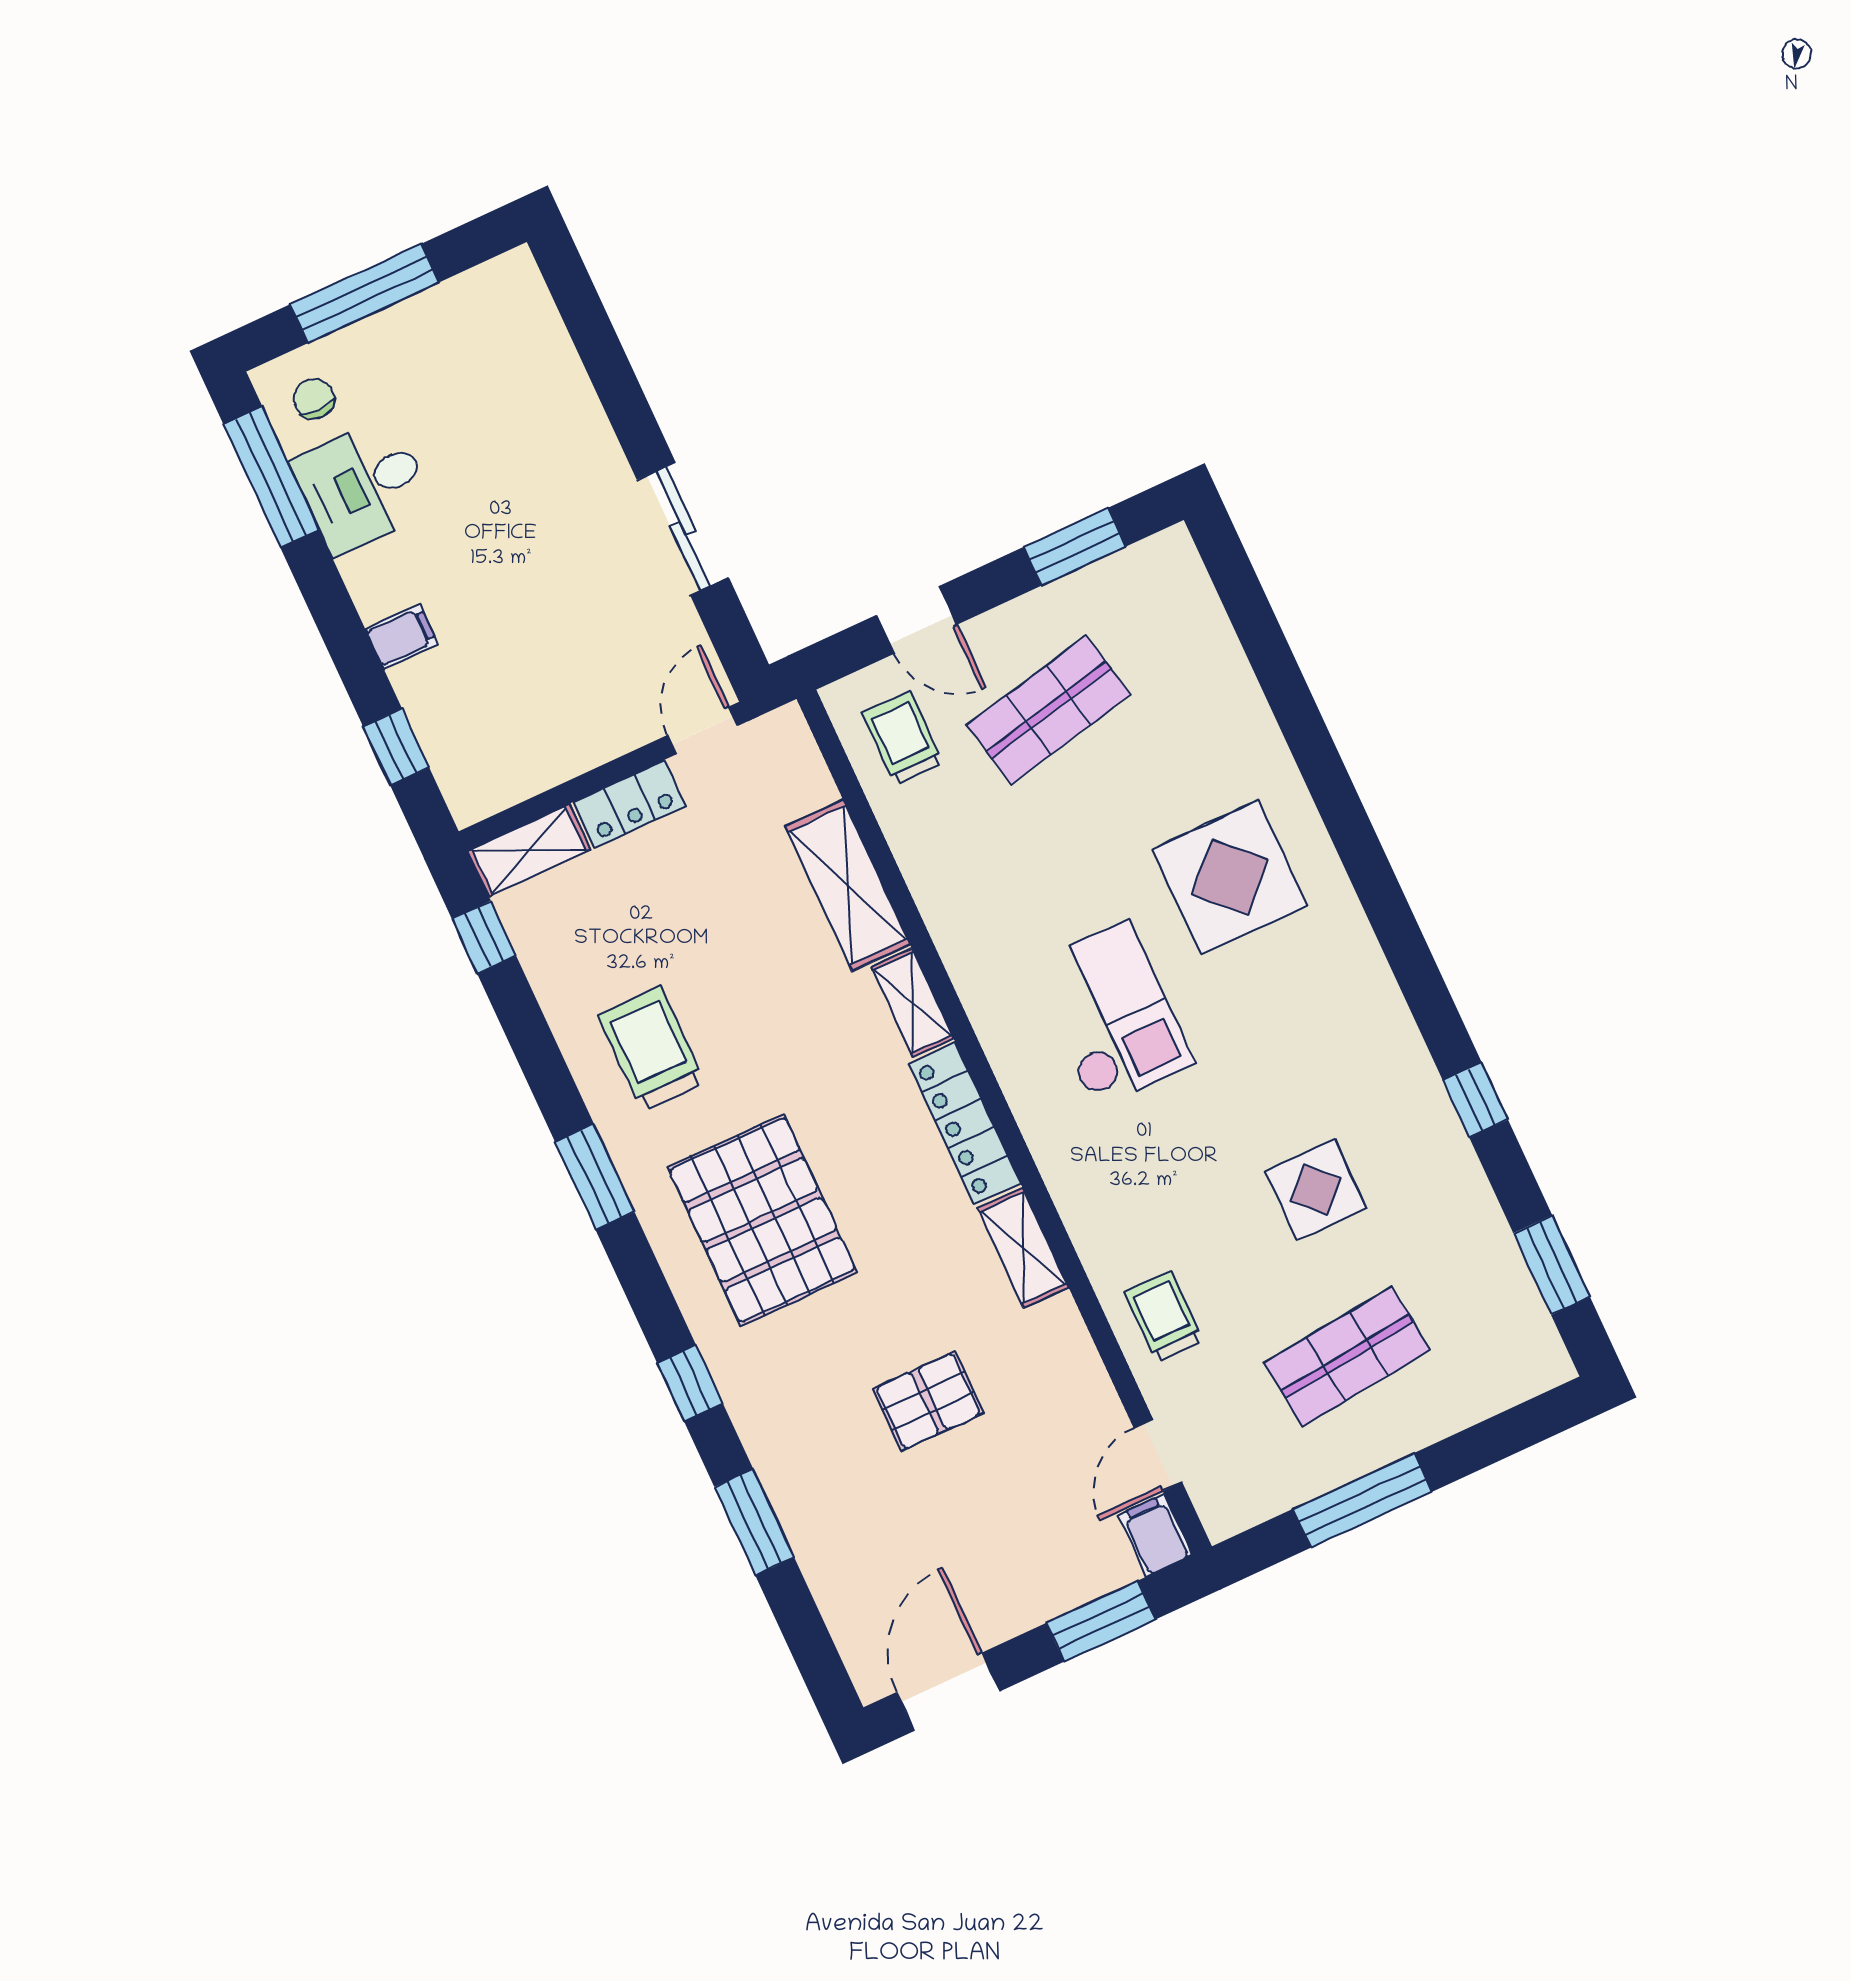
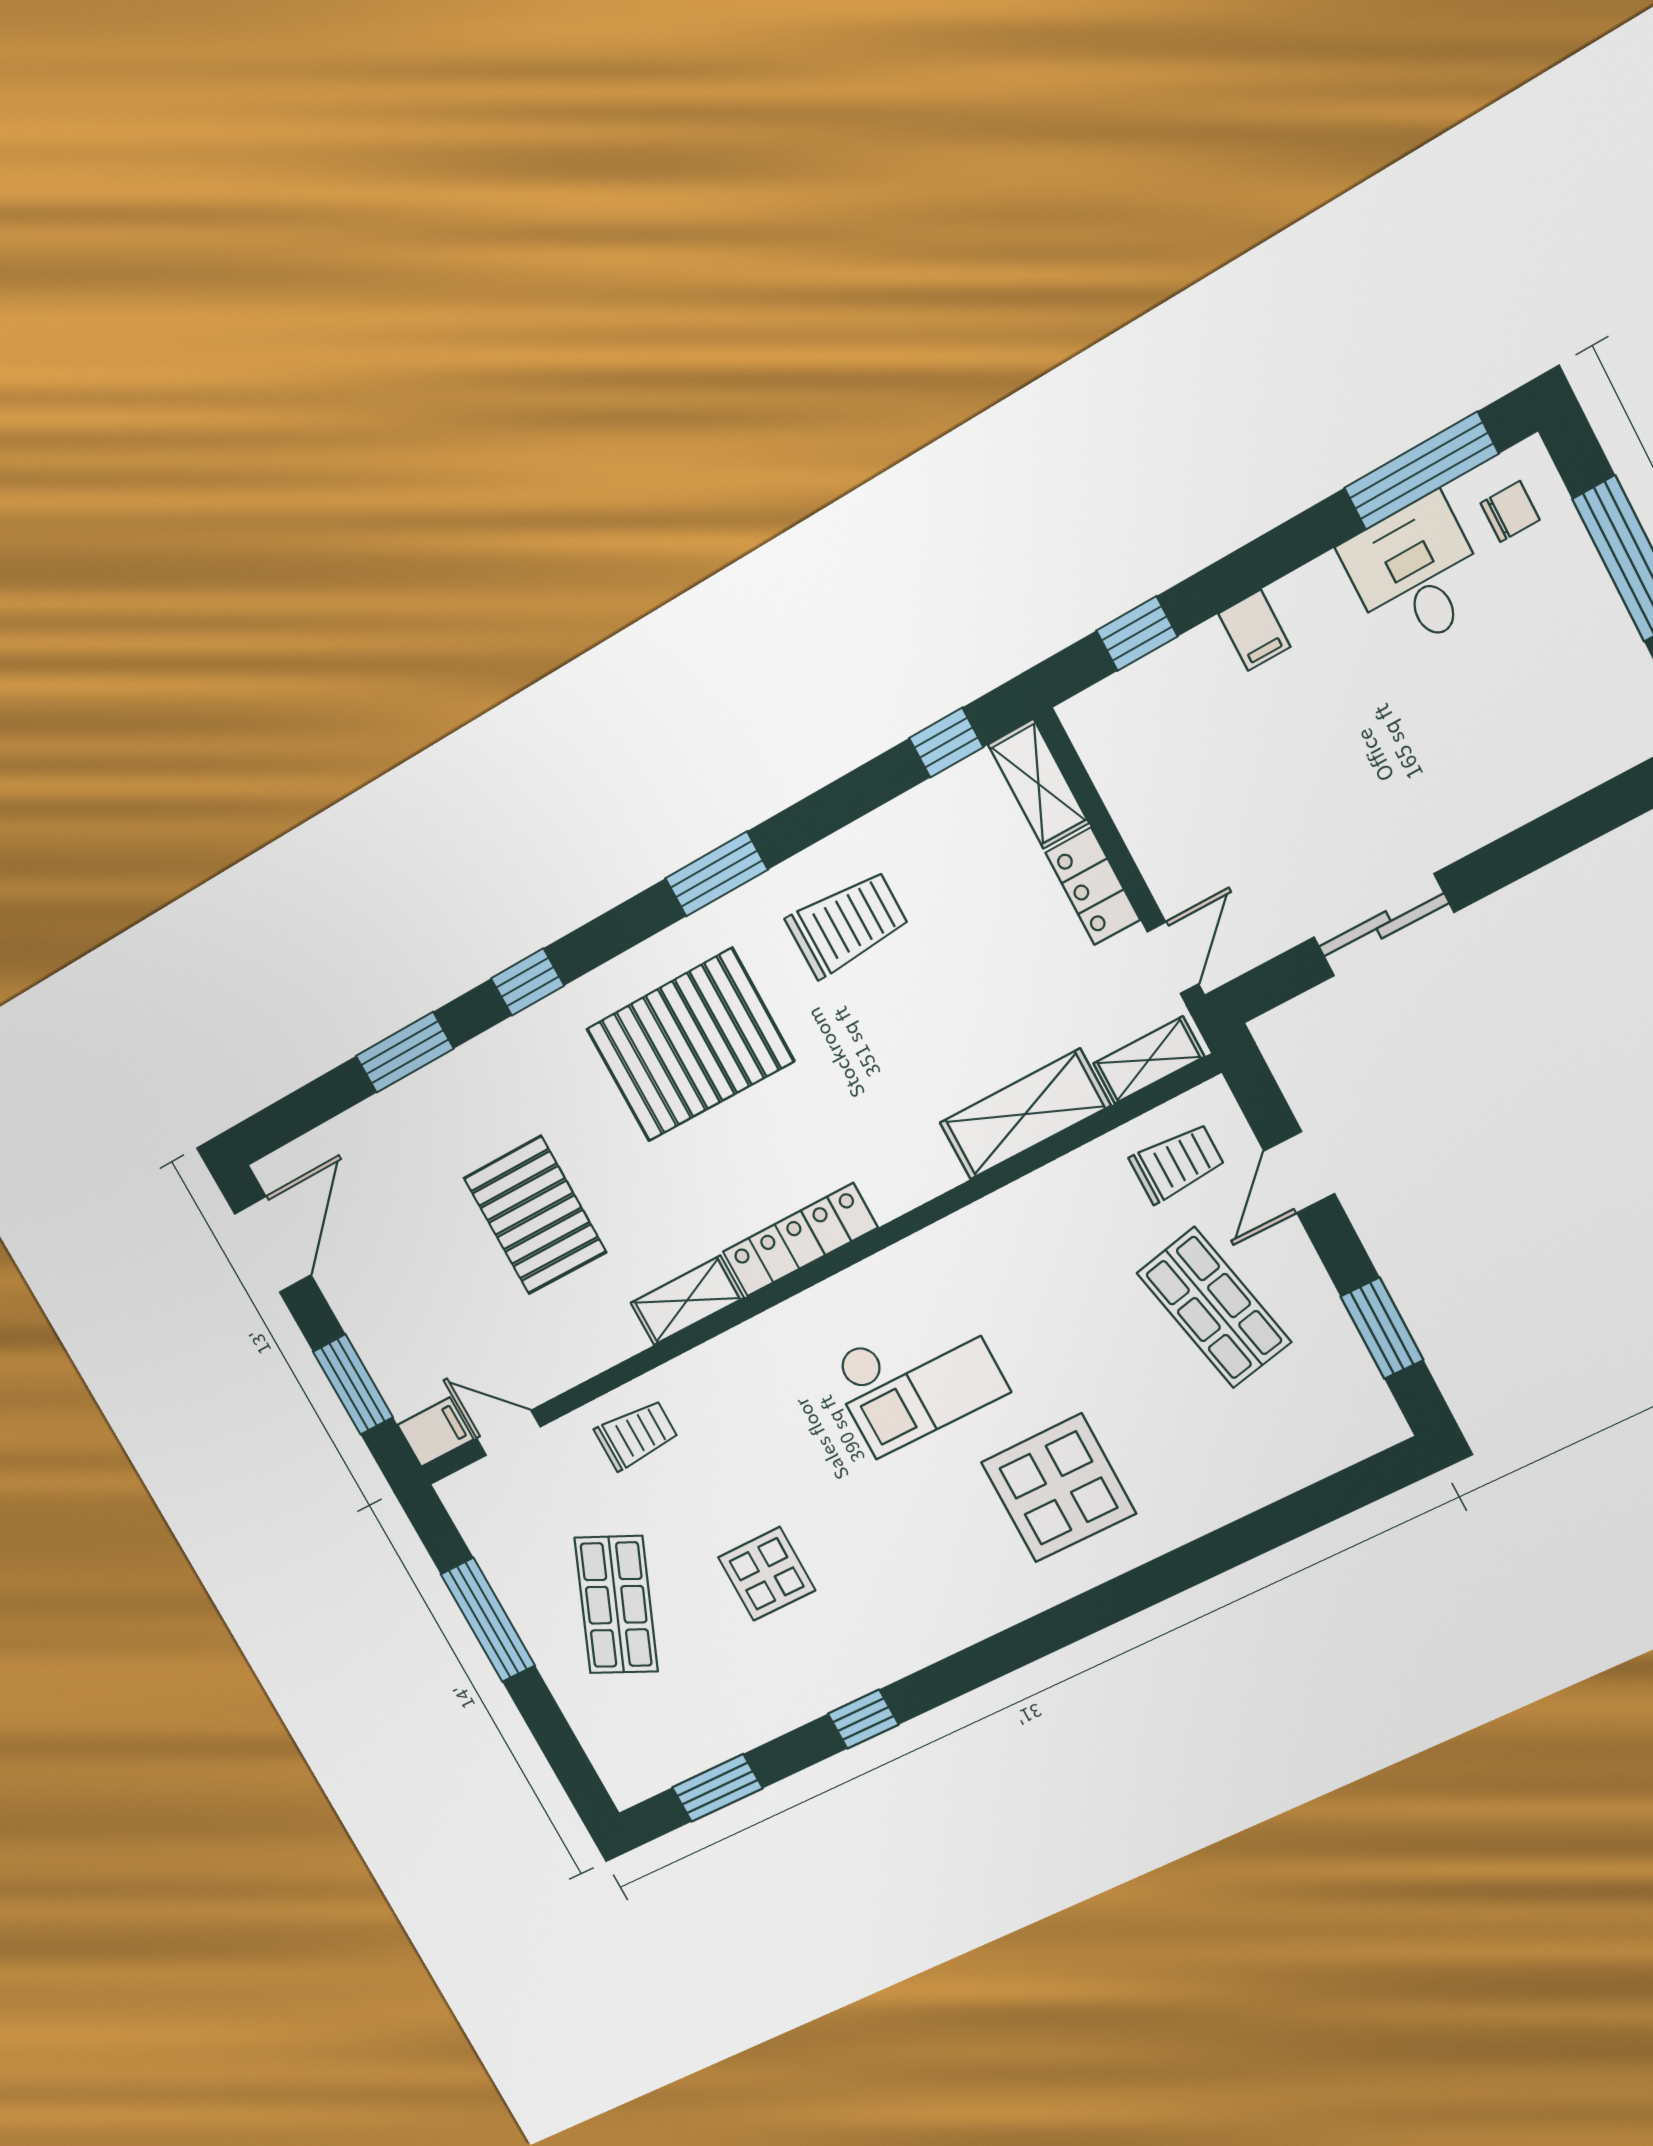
door: (703, 730) -> (1173, 958), hinge flipped
shelving: (912, 1003) -> (1149, 1060), moved
shop shelf: (1347, 1356) -> (616, 1605), turned 30
pallet: (928, 1401) -> (535, 1215), width x1.50, depth x1.42
door: (948, 1692) -> (273, 1244), hinge flipped

